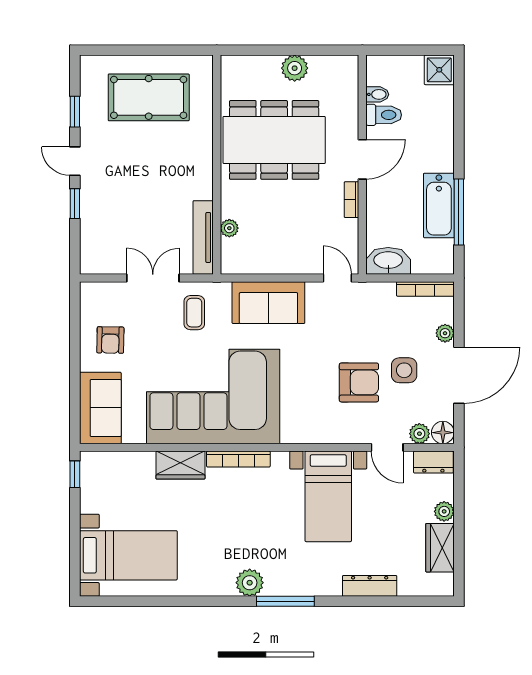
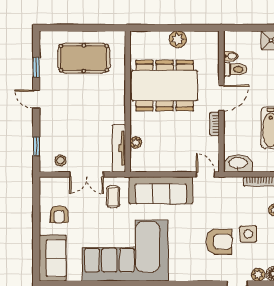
window: (75, 204) -> (36, 146), moved
stool: (112, 256) -> (60, 160), added
double door: (153, 278) -> (87, 174), swing flipped
sofa: (268, 303) -> (161, 190), width x1.36

